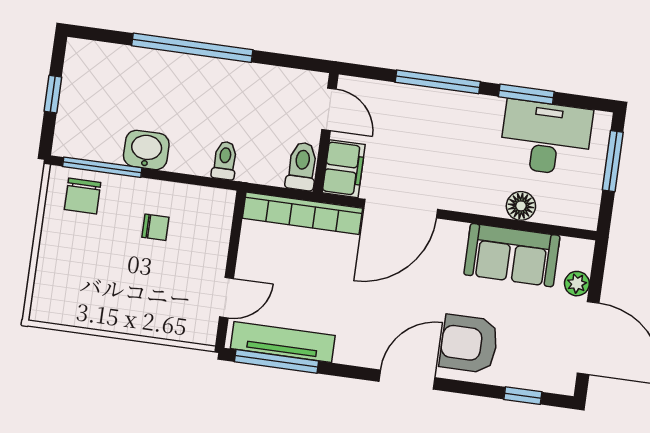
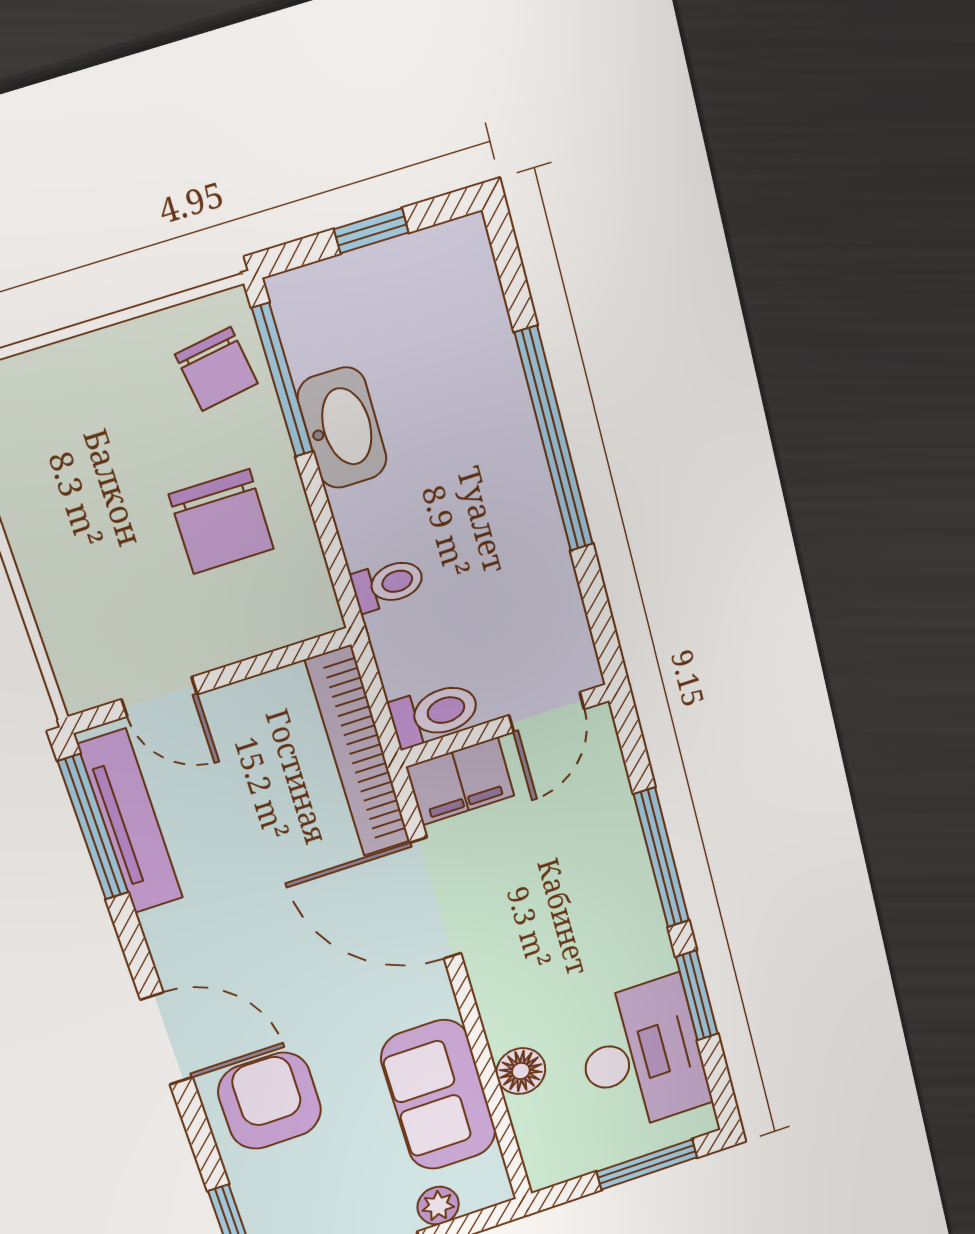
washbasin: (146, 150) -> (342, 428), width x1.38
chair: (83, 196) -> (216, 369), turned -99
chair: (155, 227) -> (221, 522), width x1.87, depth x1.87

